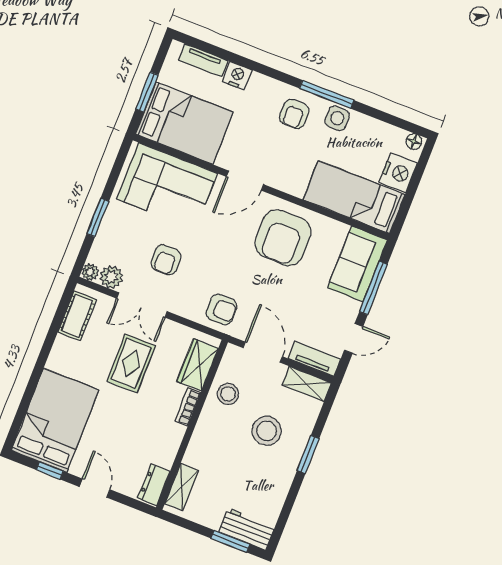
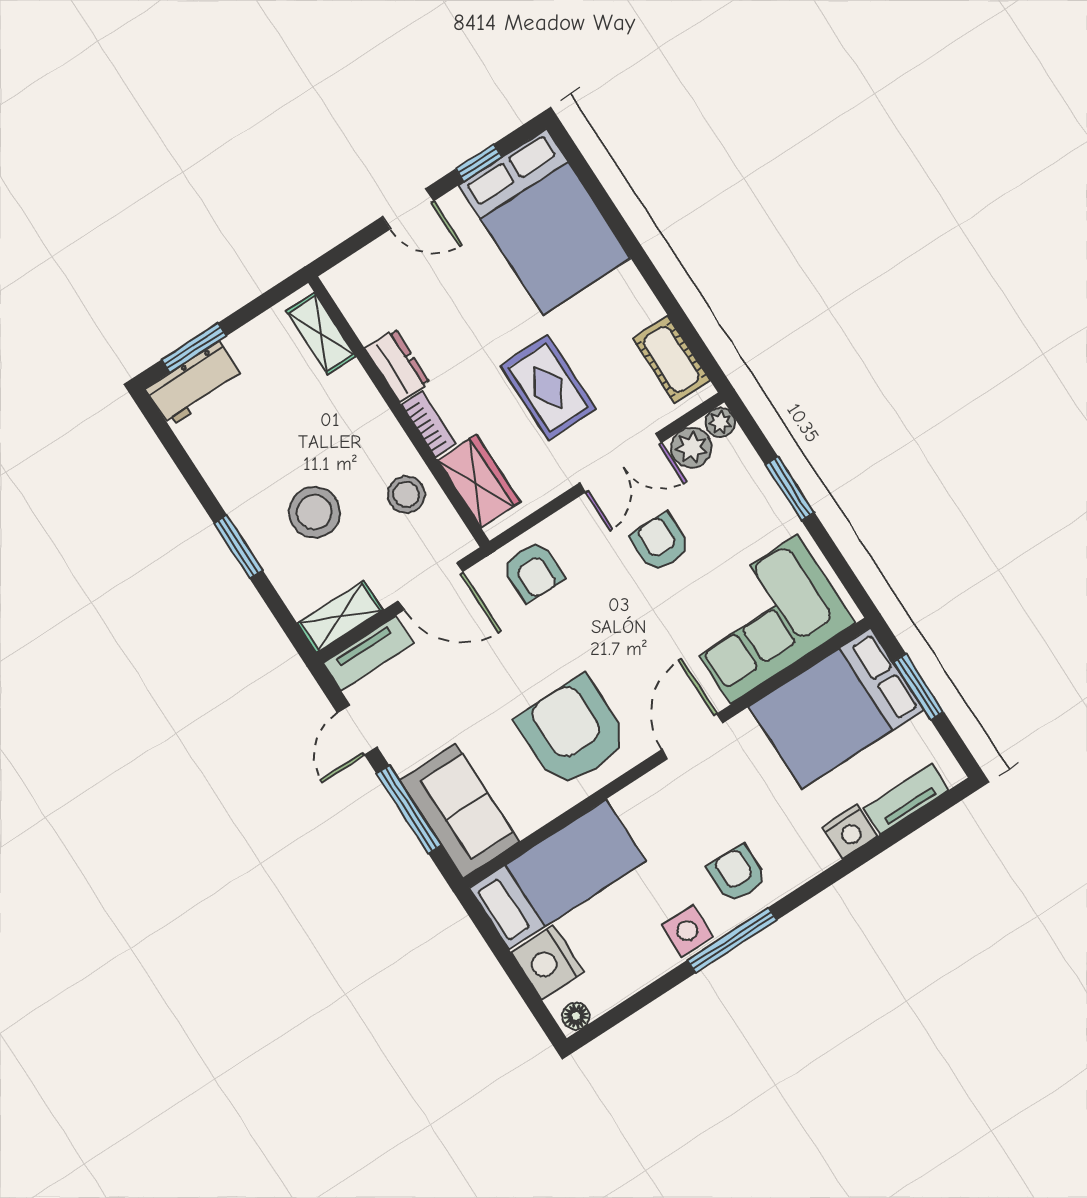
double door: (142, 305) -> (620, 463), swing flipped
armchair: (222, 309) -> (533, 571), turned -90
dresser: (154, 485) -> (397, 365), moved

